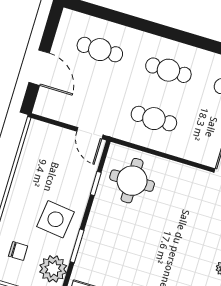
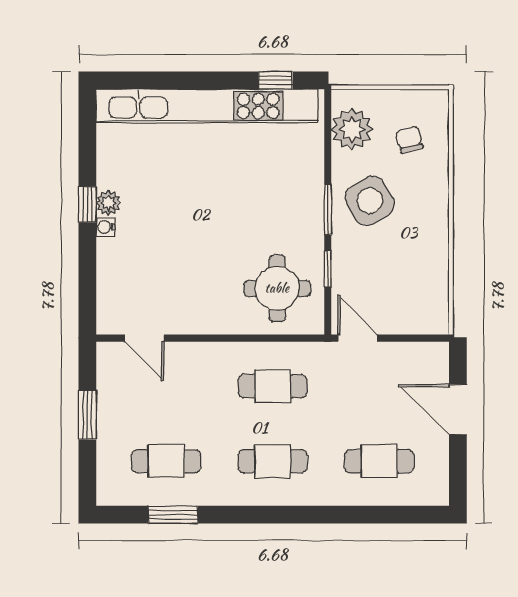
side table: (55, 219) -> (370, 201), turned -37
window: (77, 246) -> (328, 209), moved
chair: (18, 251) -> (409, 139), turned 75

